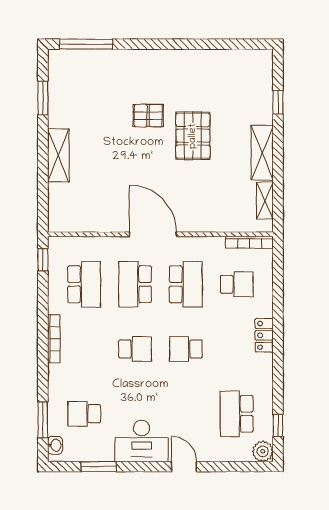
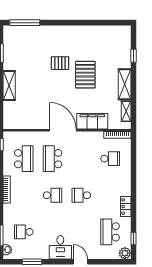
filing cabinet: (205, 218) -> (92, 121), added
school desk: (186, 284) -> (81, 159), removed
locker: (264, 335) -> (126, 207), moved
desk: (142, 441) -> (60, 247), width x0.73

